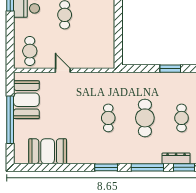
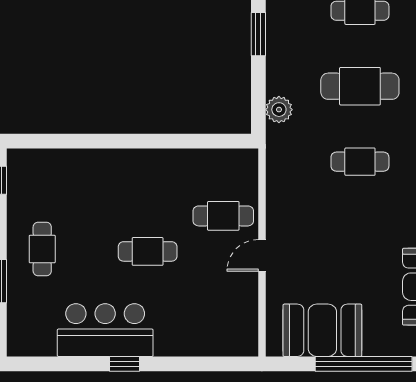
cafe table: (30, 51) -> (223, 216), moved
plant: (134, 79) -> (279, 110), added

